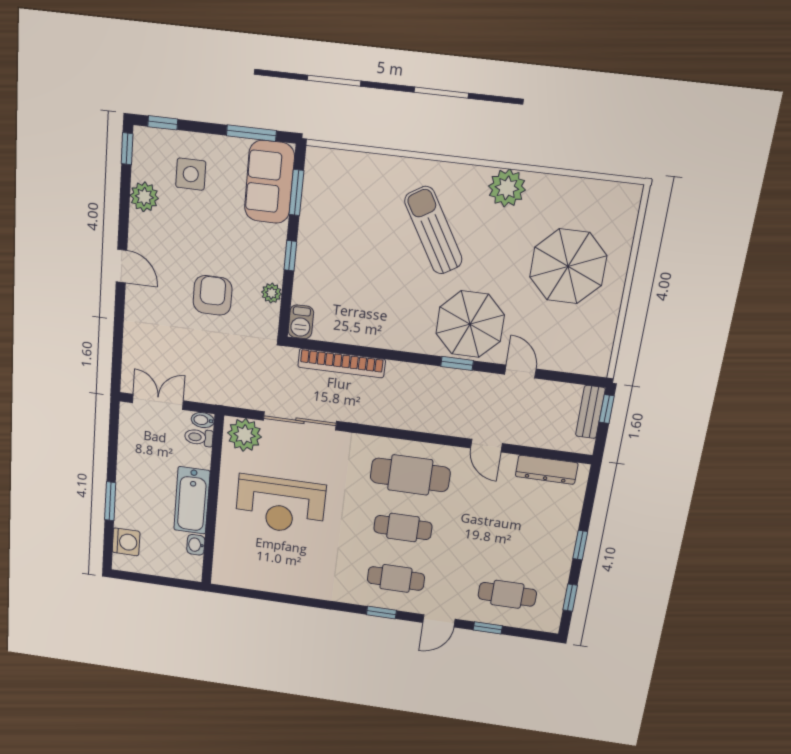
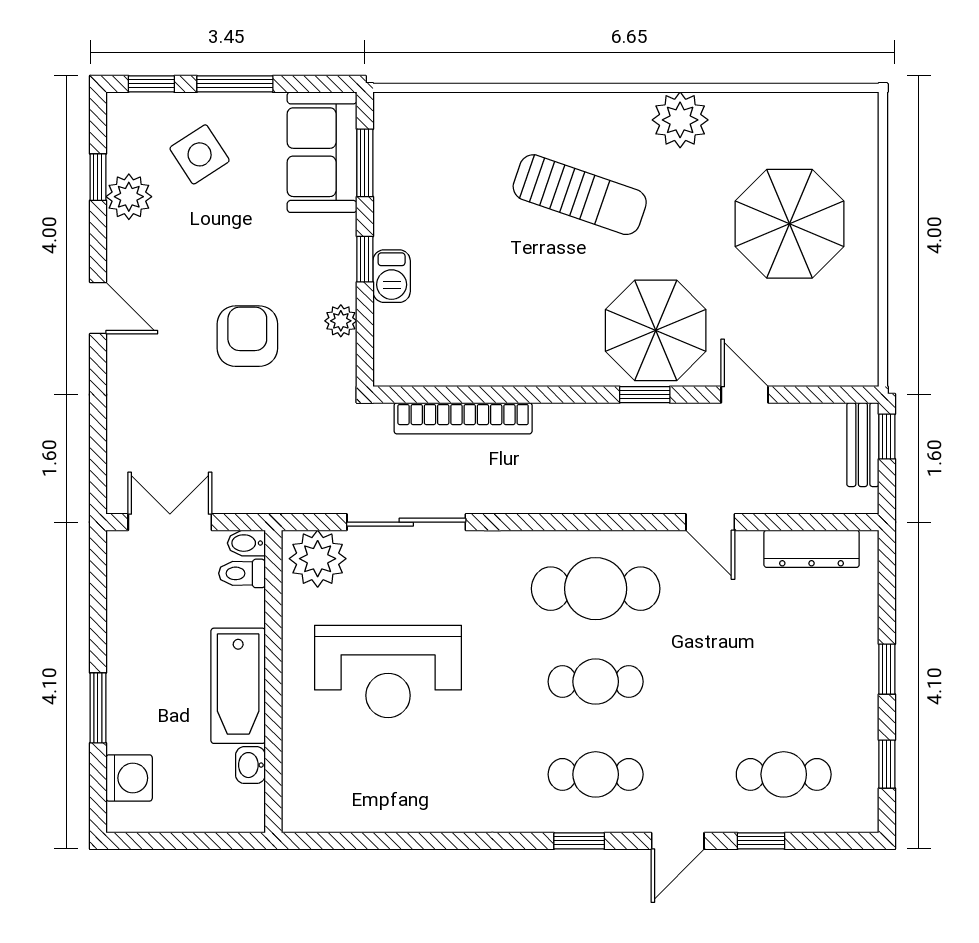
window: (251, 133) -> (235, 84), moved
window: (127, 149) -> (98, 177), moved
side table: (191, 174) -> (200, 154), turned -33
sun lounger: (433, 230) -> (580, 195), turned 140
barbecue: (301, 322) -> (392, 276), moved

